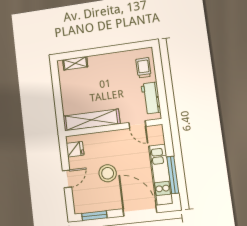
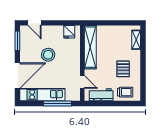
pallet: (114, 75) -> (123, 69), added
door: (137, 125) -> (82, 82), swing flipped
window: (173, 175) -> (57, 103), moved
door: (67, 179) -> (34, 23), moved

